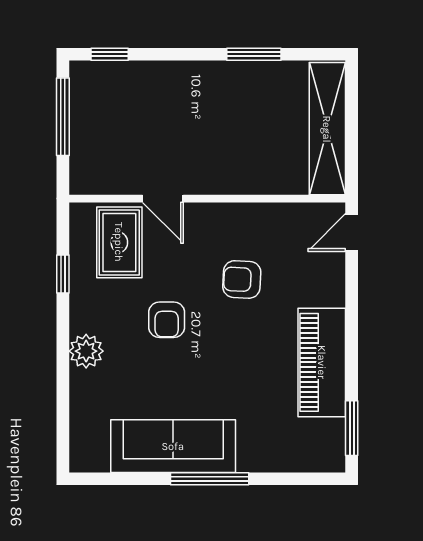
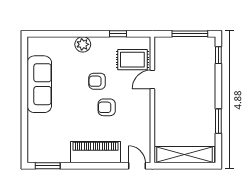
armchair: (242, 279) -> (107, 107), moved, turned -93
piano: (322, 362) -> (95, 152), moved
window: (210, 479) -> (24, 101), removed

